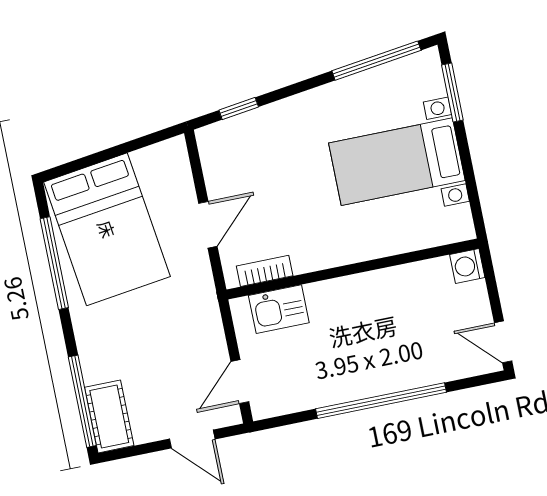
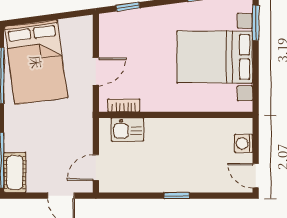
bed with nightstands: (397, 162) -> (215, 57), width x1.36
washing machine: (467, 266) -> (244, 143), moved
window: (381, 401) -> (177, 196), width x0.32

